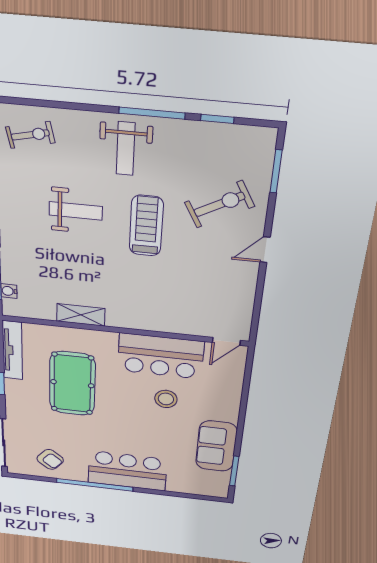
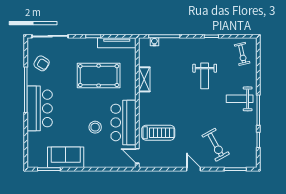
treadmill: (146, 226) -> (158, 133), moved
armchair: (50, 459) -> (42, 63), turned -97

